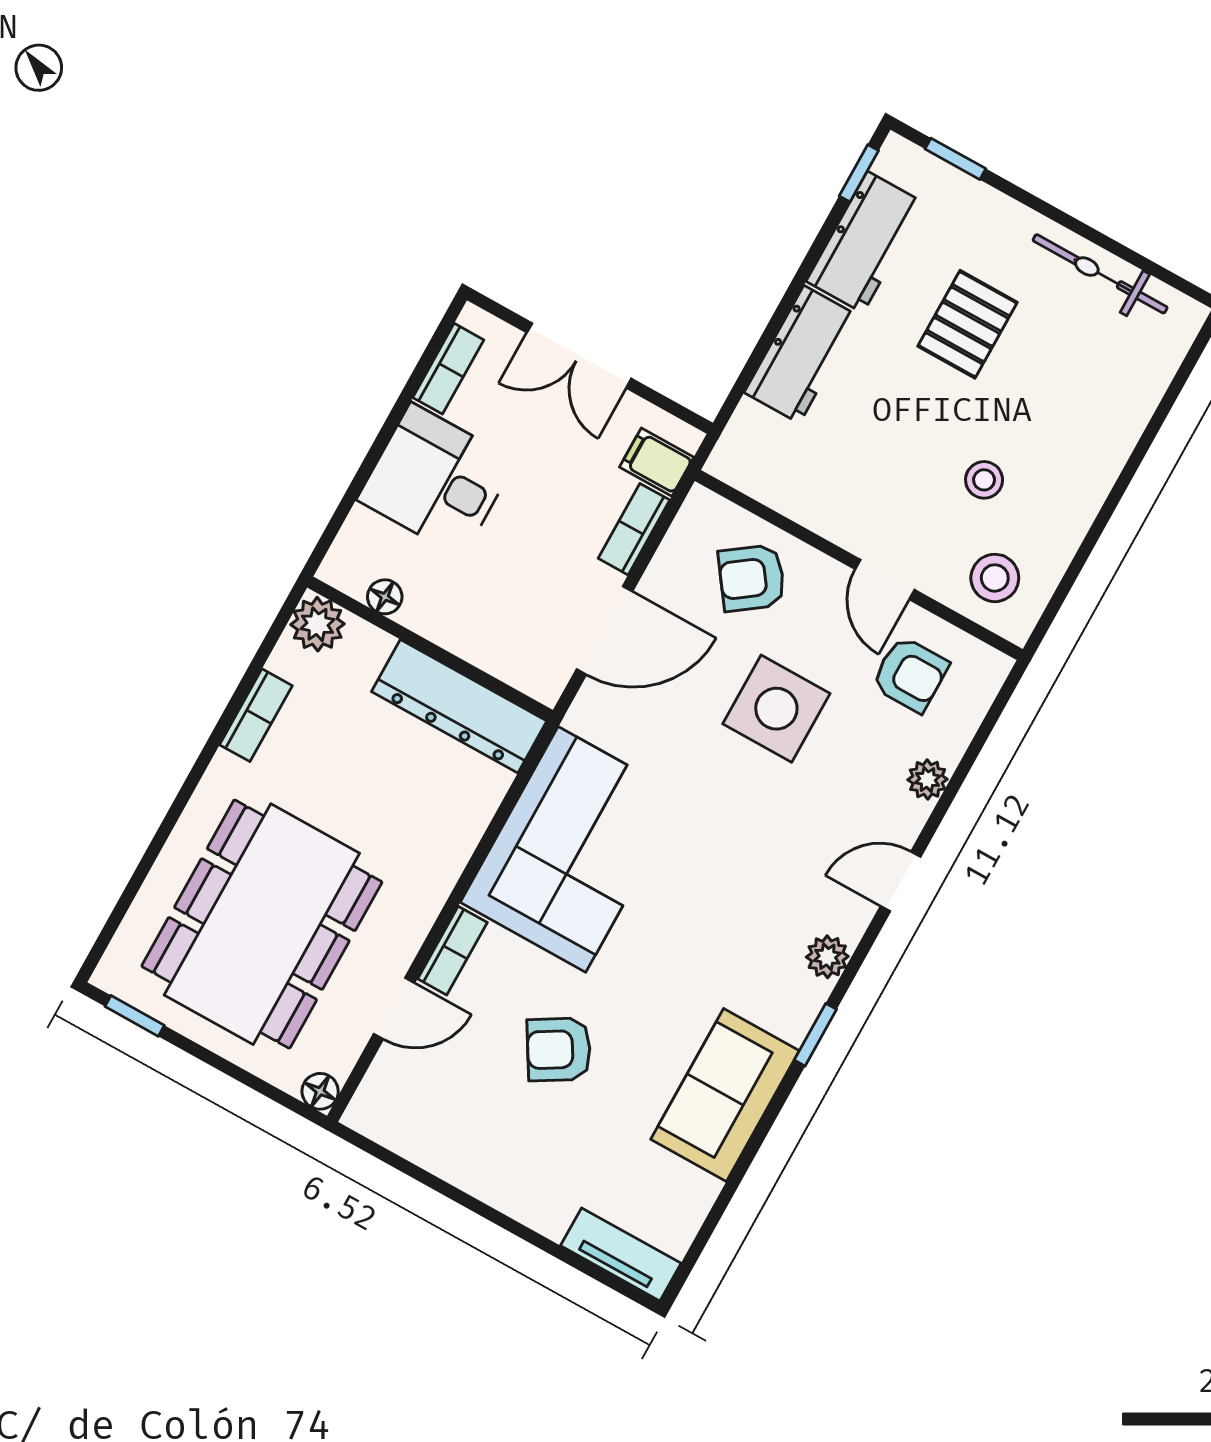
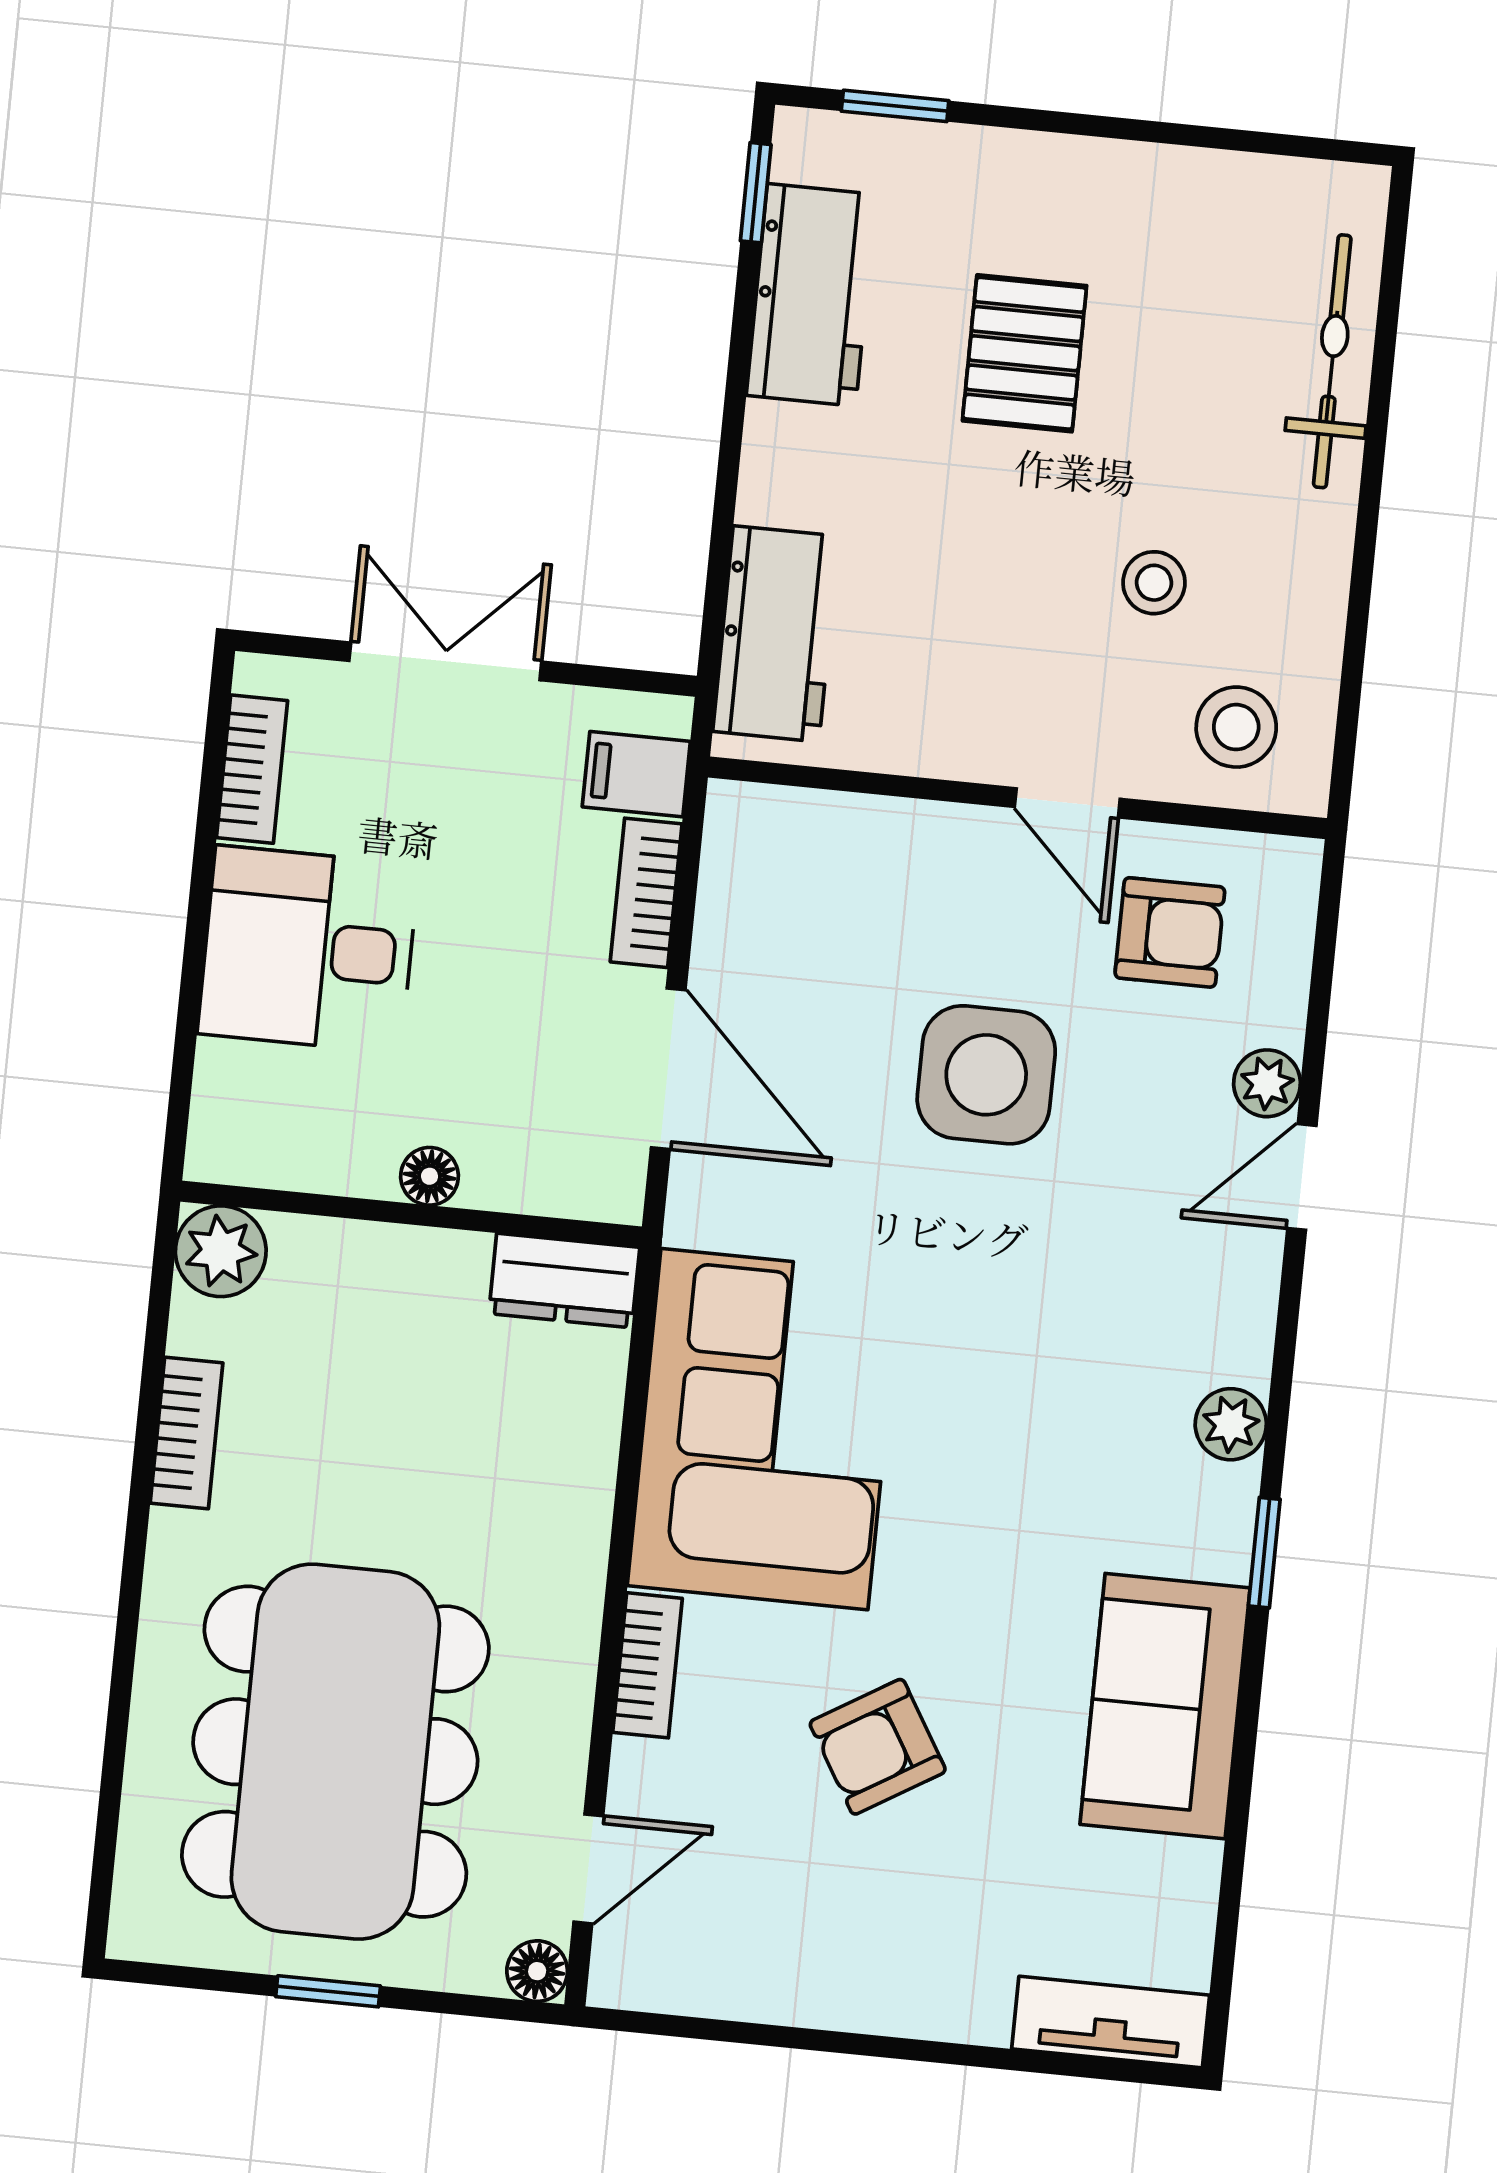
bicycle: (1100, 274) -> (1332, 361), moved, turned 90
workbench: (802, 354) -> (776, 634), moved
double door: (579, 356) -> (445, 661), swing flipped
armchair: (752, 578) -> (861, 890), removed
floor lamp: (385, 597) -> (430, 1176), moved
door: (604, 630) -> (668, 1069), hinge flipped
dresser: (459, 706) -> (564, 1281), width x0.51, depth x0.80
door: (901, 882) -> (1302, 1177), moved
door: (394, 1008) -> (588, 1869), moved
window: (135, 1016) -> (328, 1991), moved

